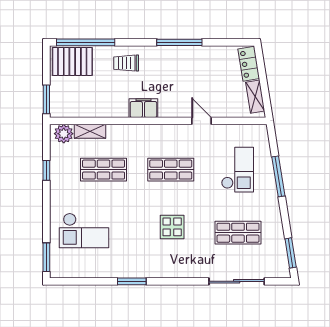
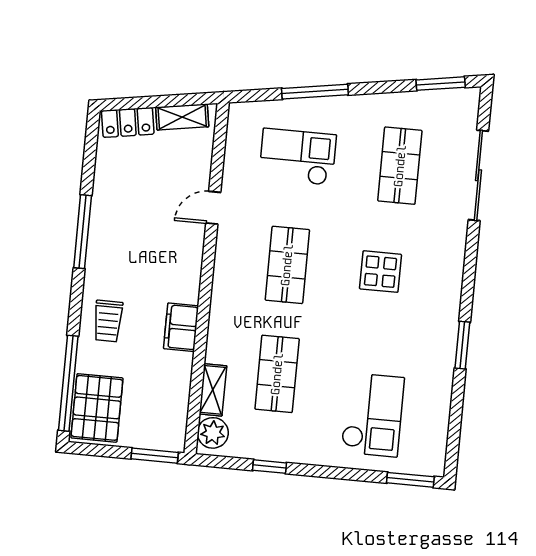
filing cabinet: (143, 108) -> (181, 327), moved

